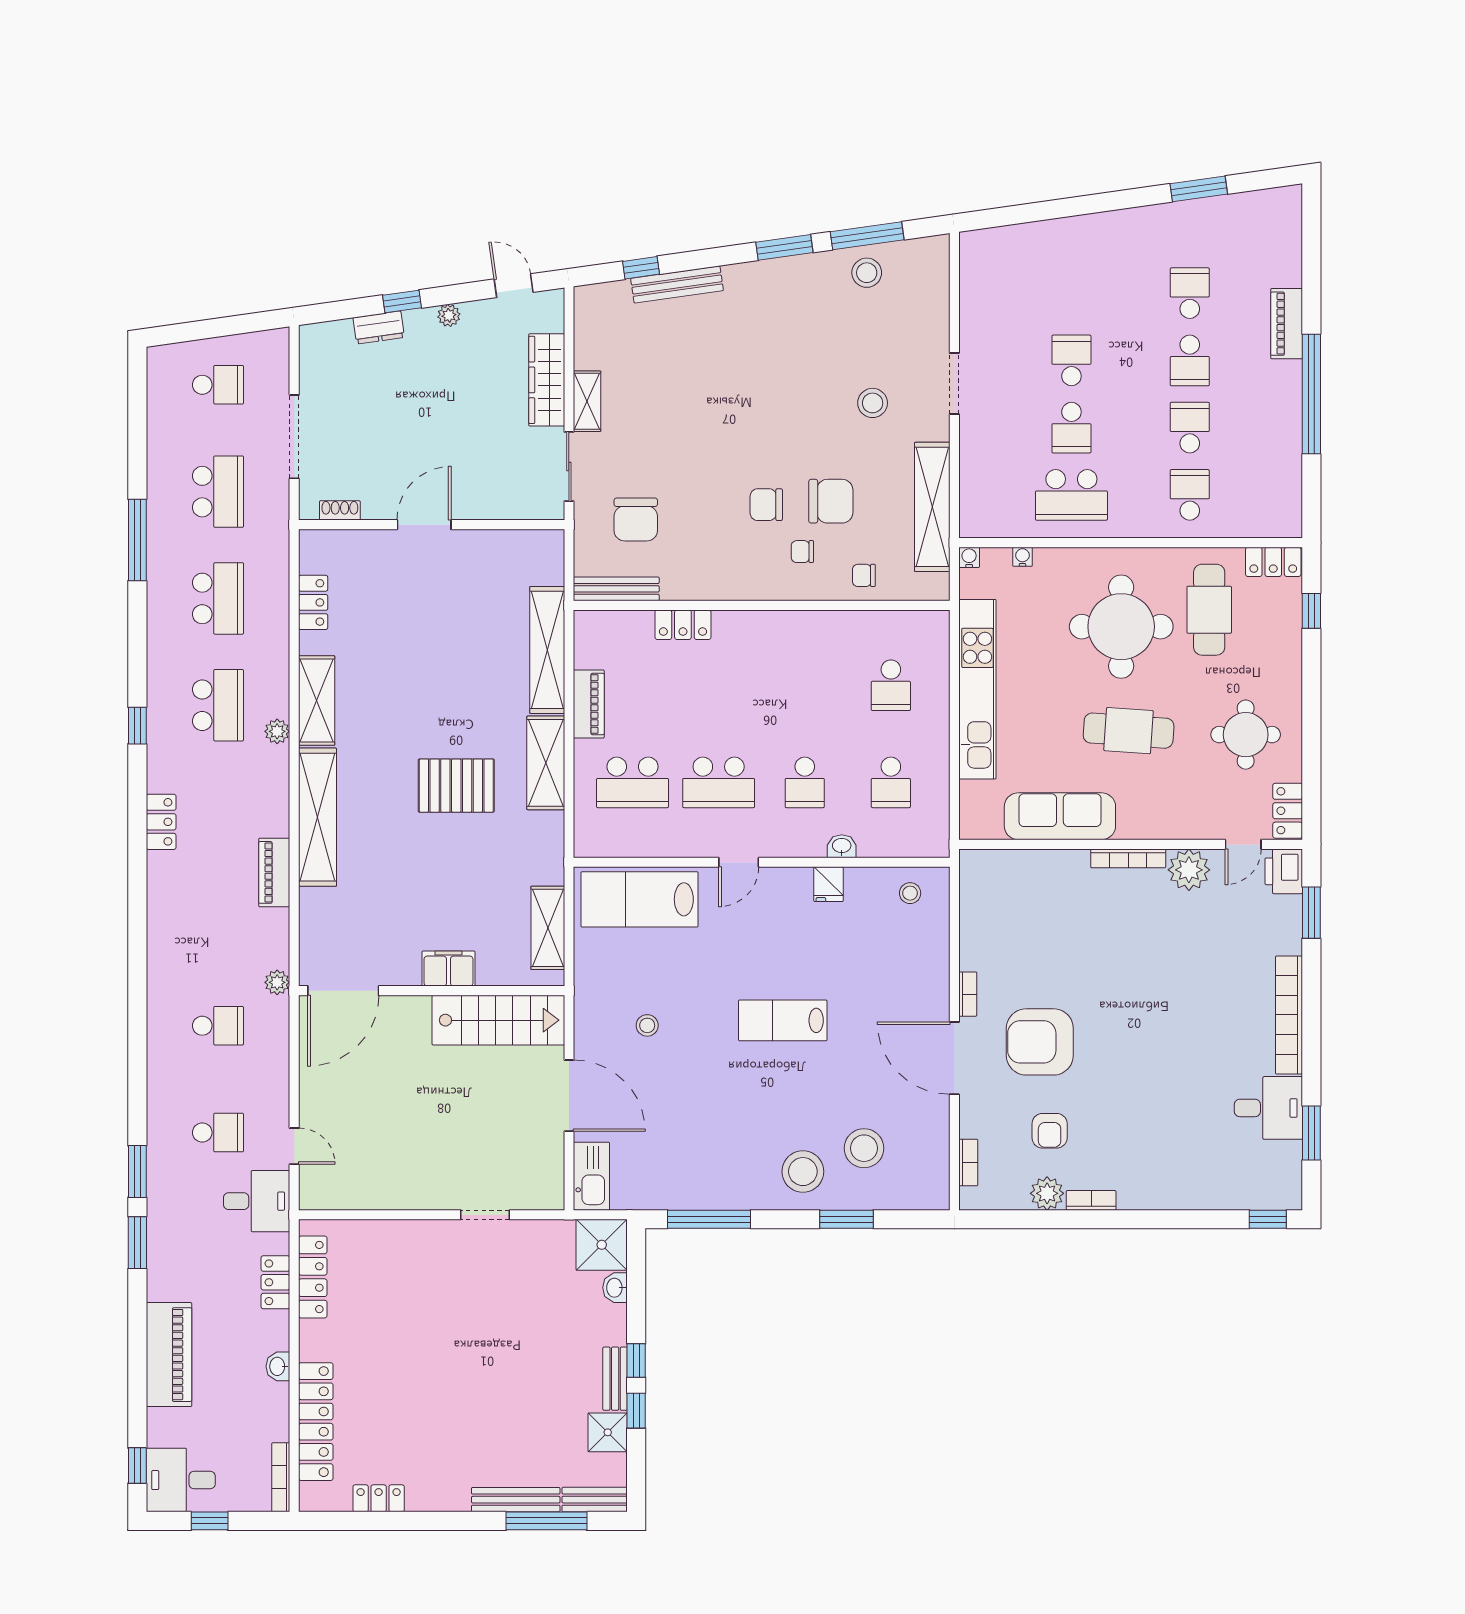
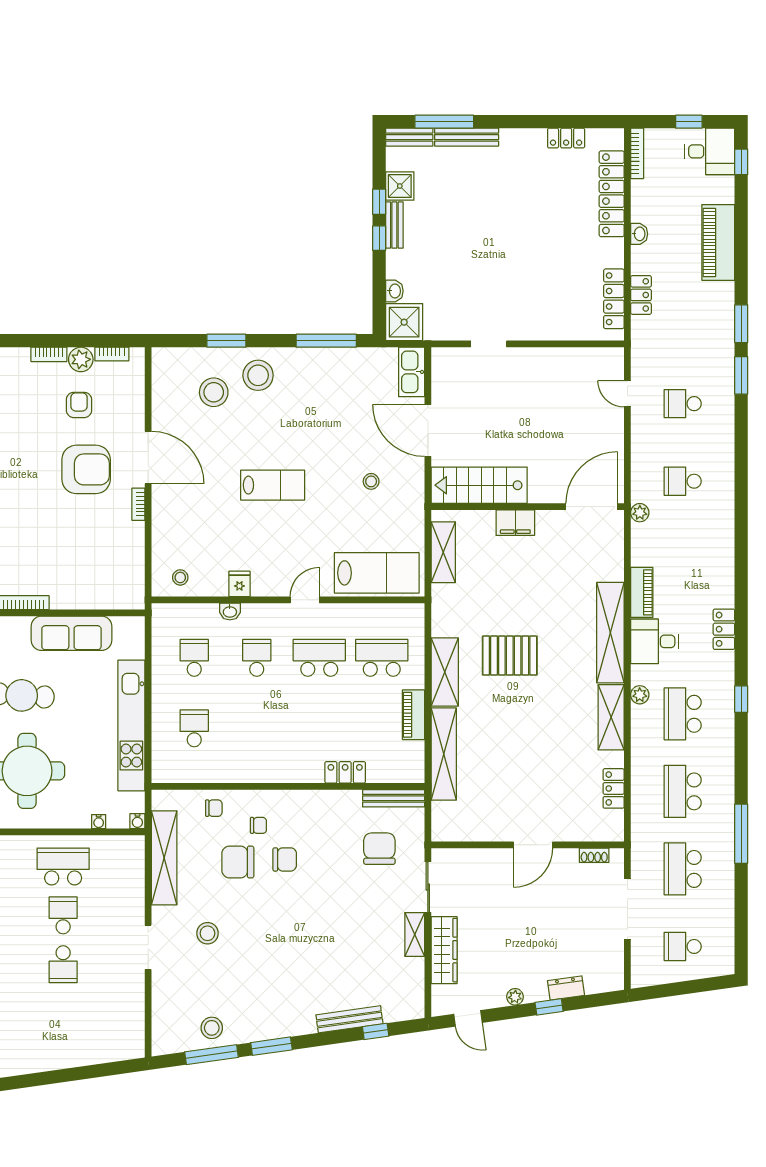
bookcase: (968, 1163) -> (112, 354), moved, turned -90
desk: (257, 1201) -> (655, 641), moved

